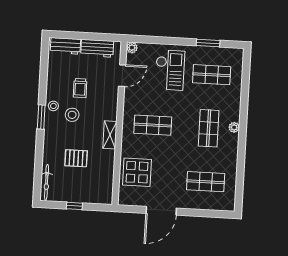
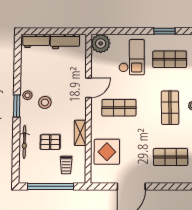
plant: (132, 48) -> (101, 43), width x1.87, depth x1.87
door: (122, 76) -> (88, 88), moved
trolley: (80, 88) -> (66, 165), moved
shelving: (110, 135) -> (80, 133), moved
bicycle: (47, 182) -> (24, 142), moved
window: (74, 206) -> (51, 186), width x3.17

